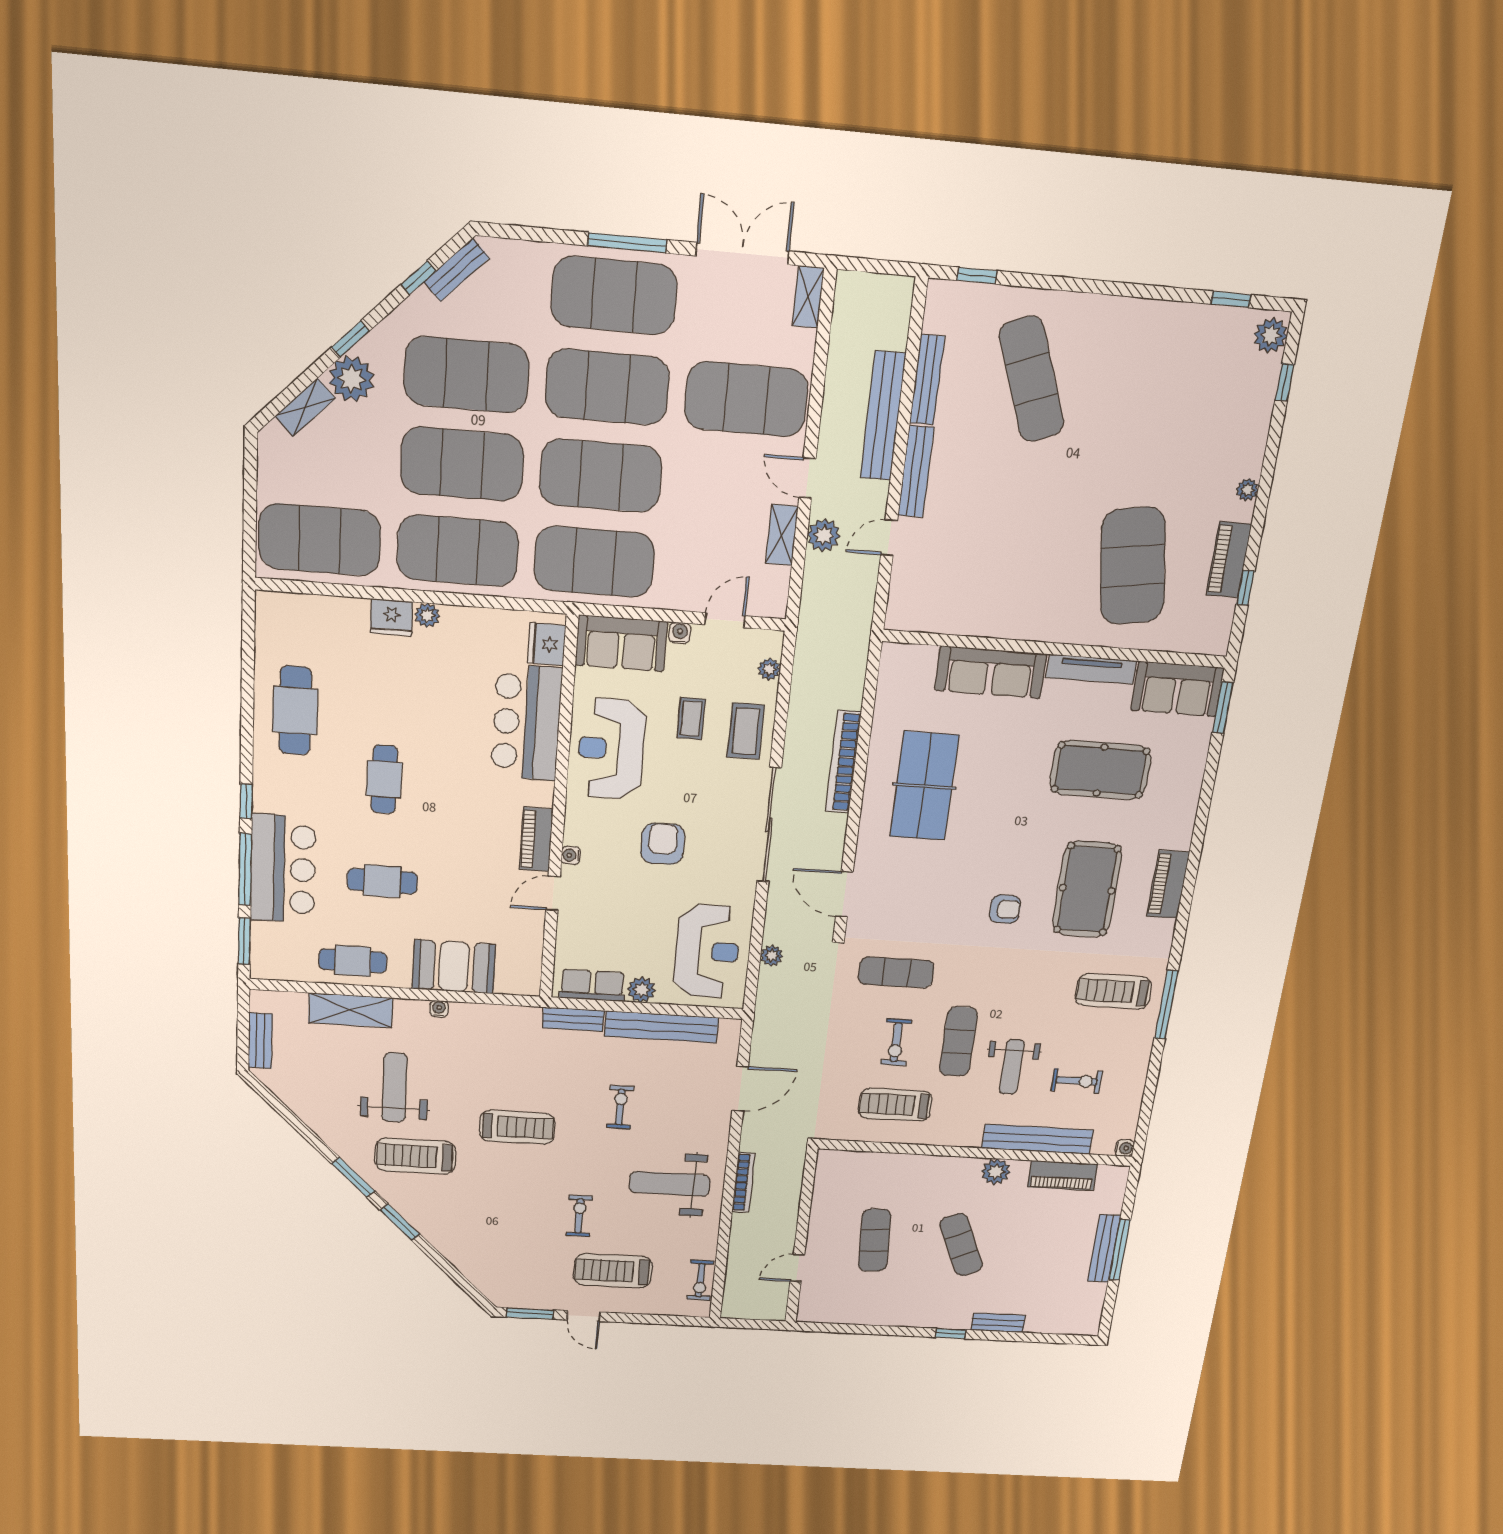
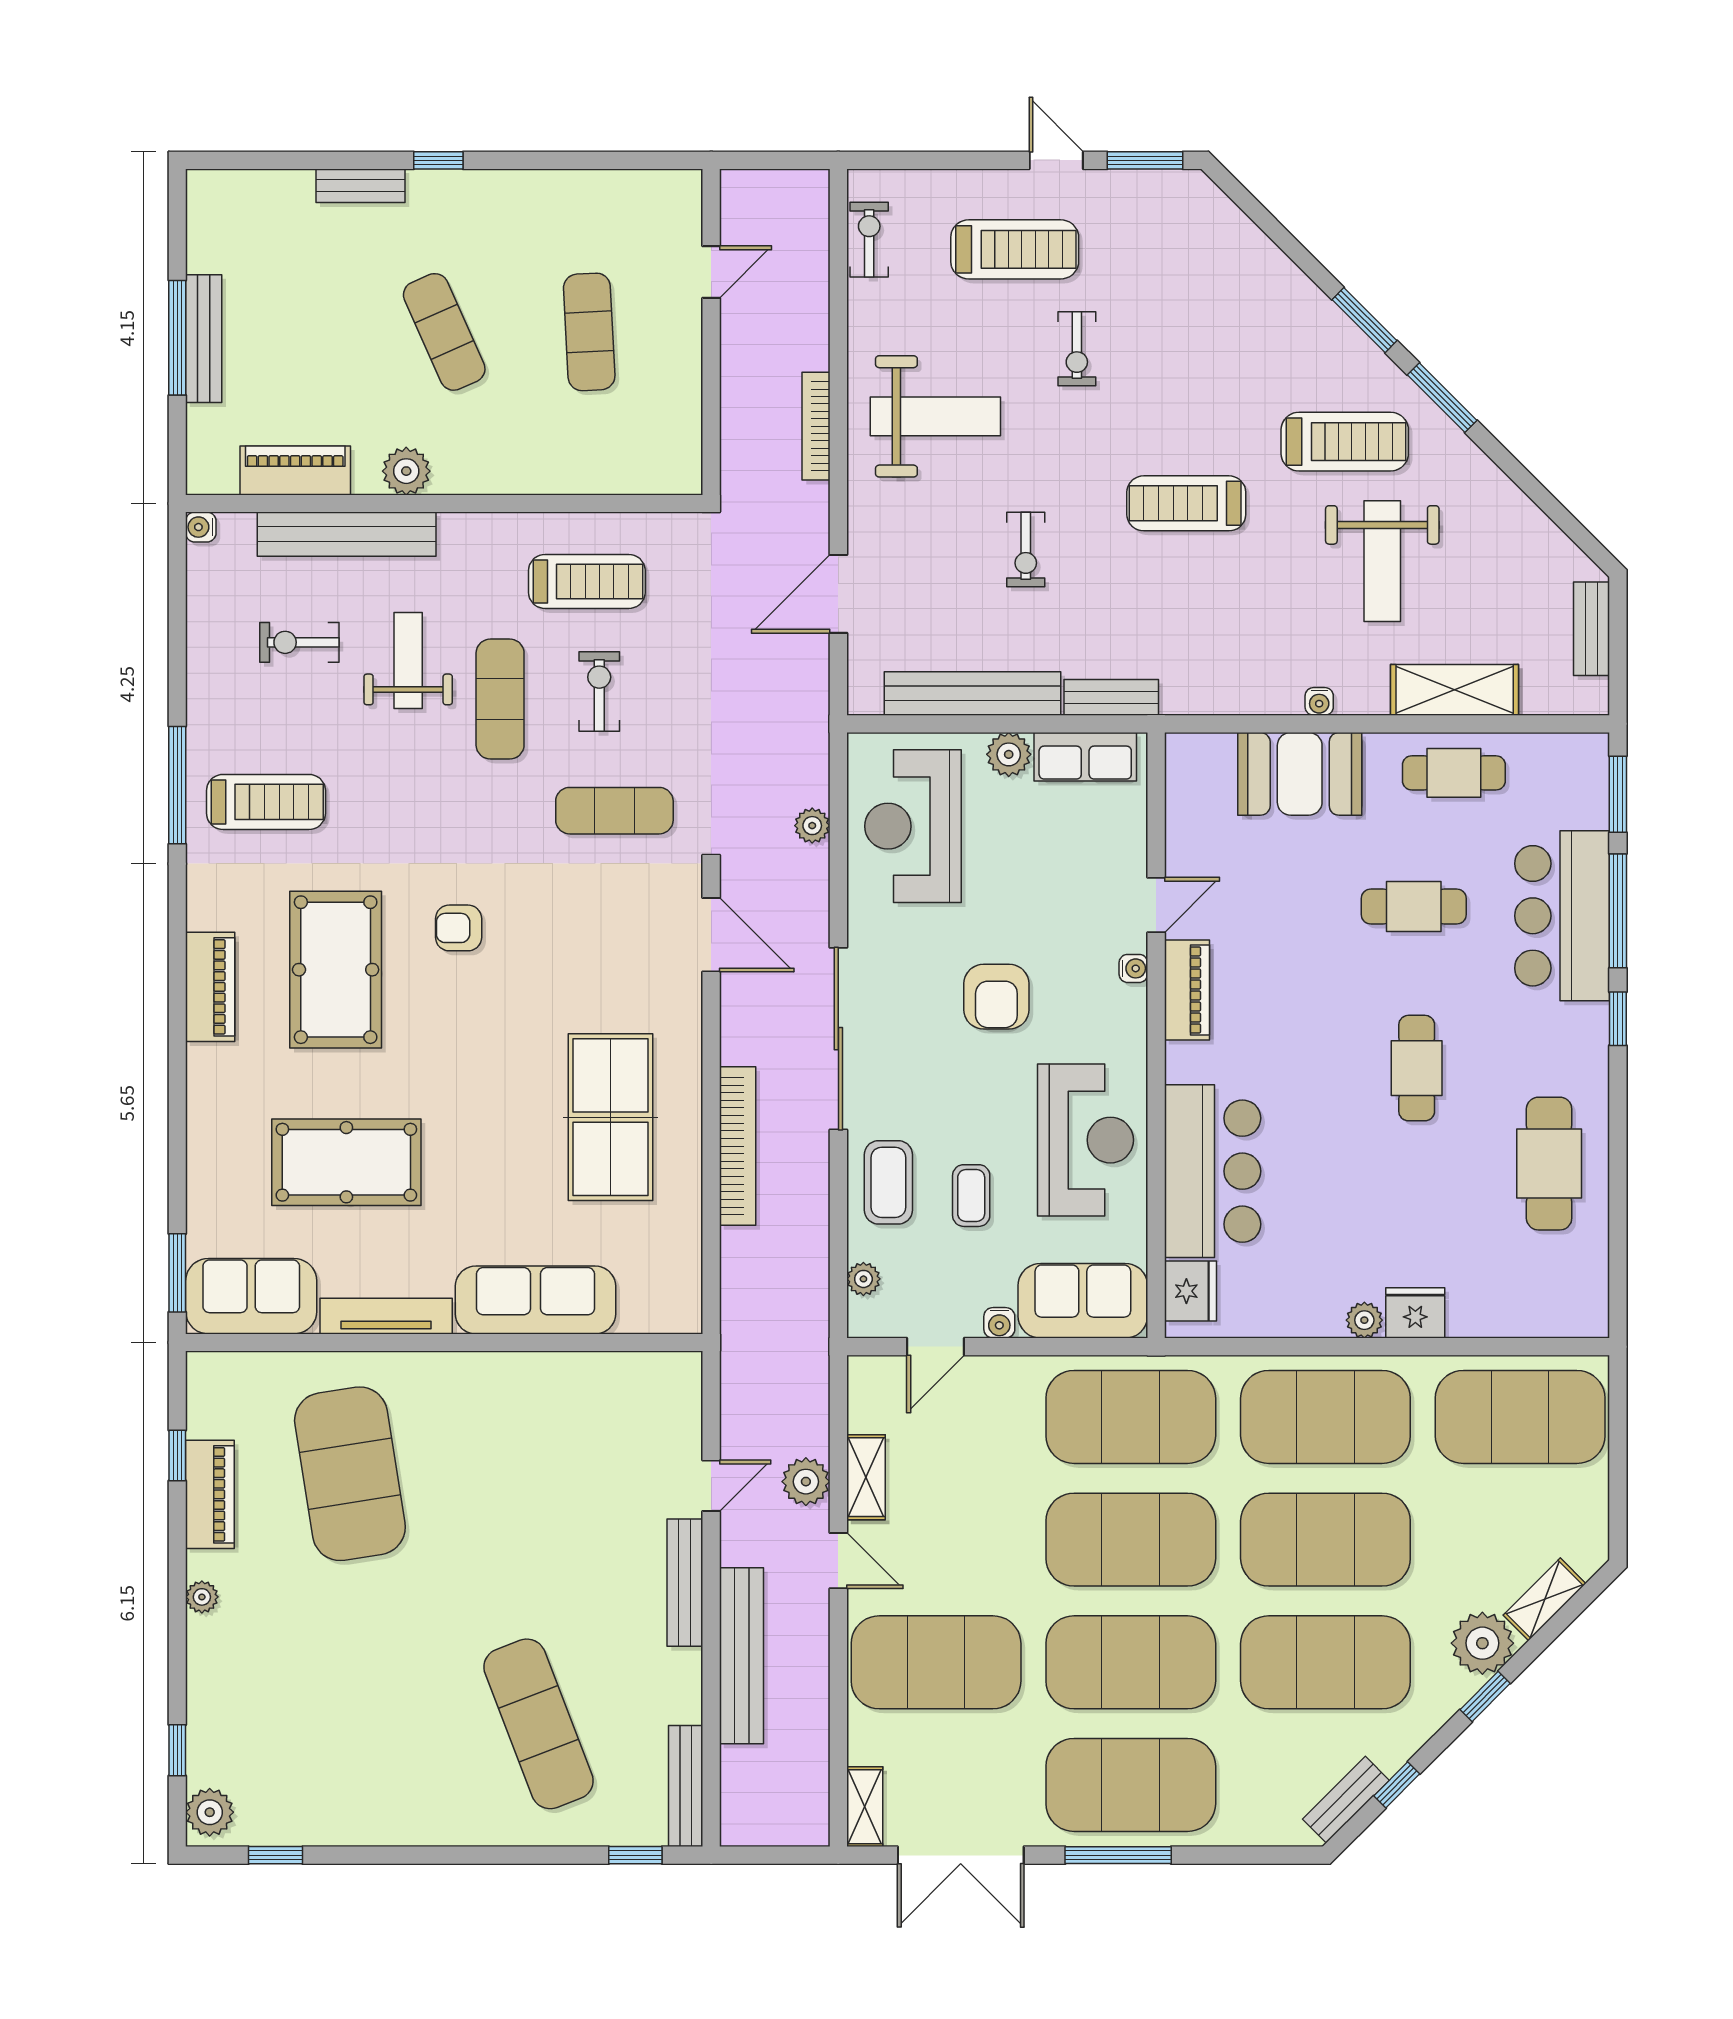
bench: (927, 380) -> (686, 1786), moved

